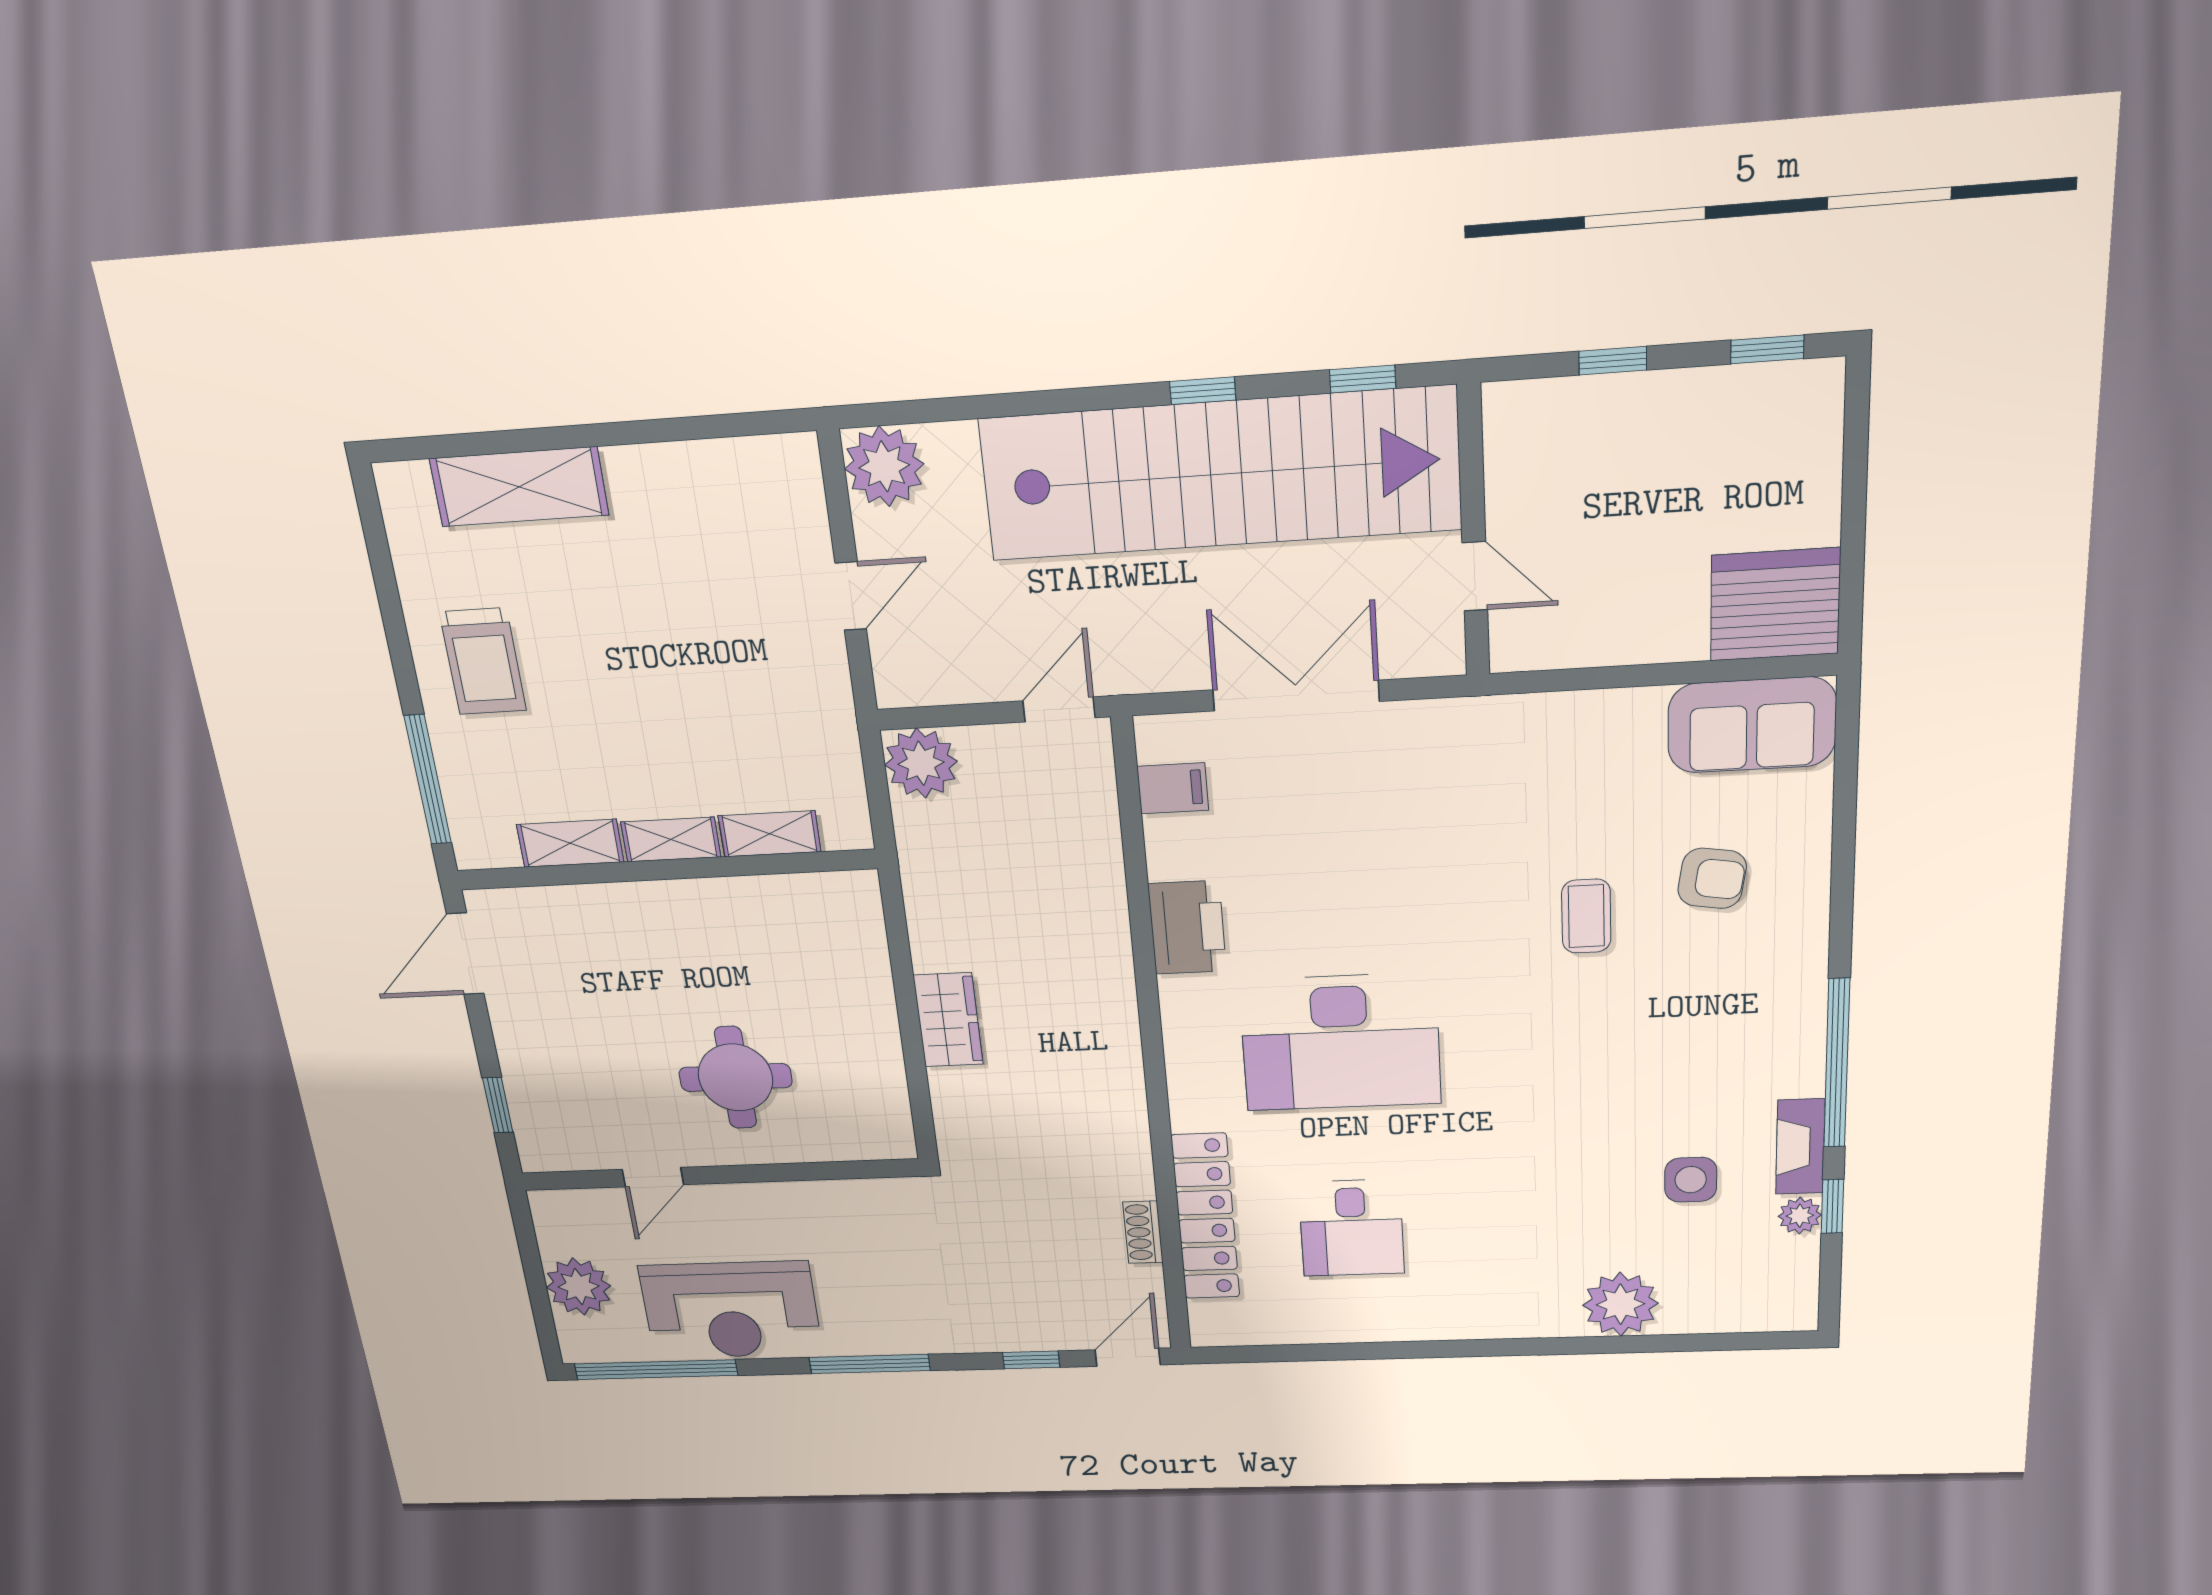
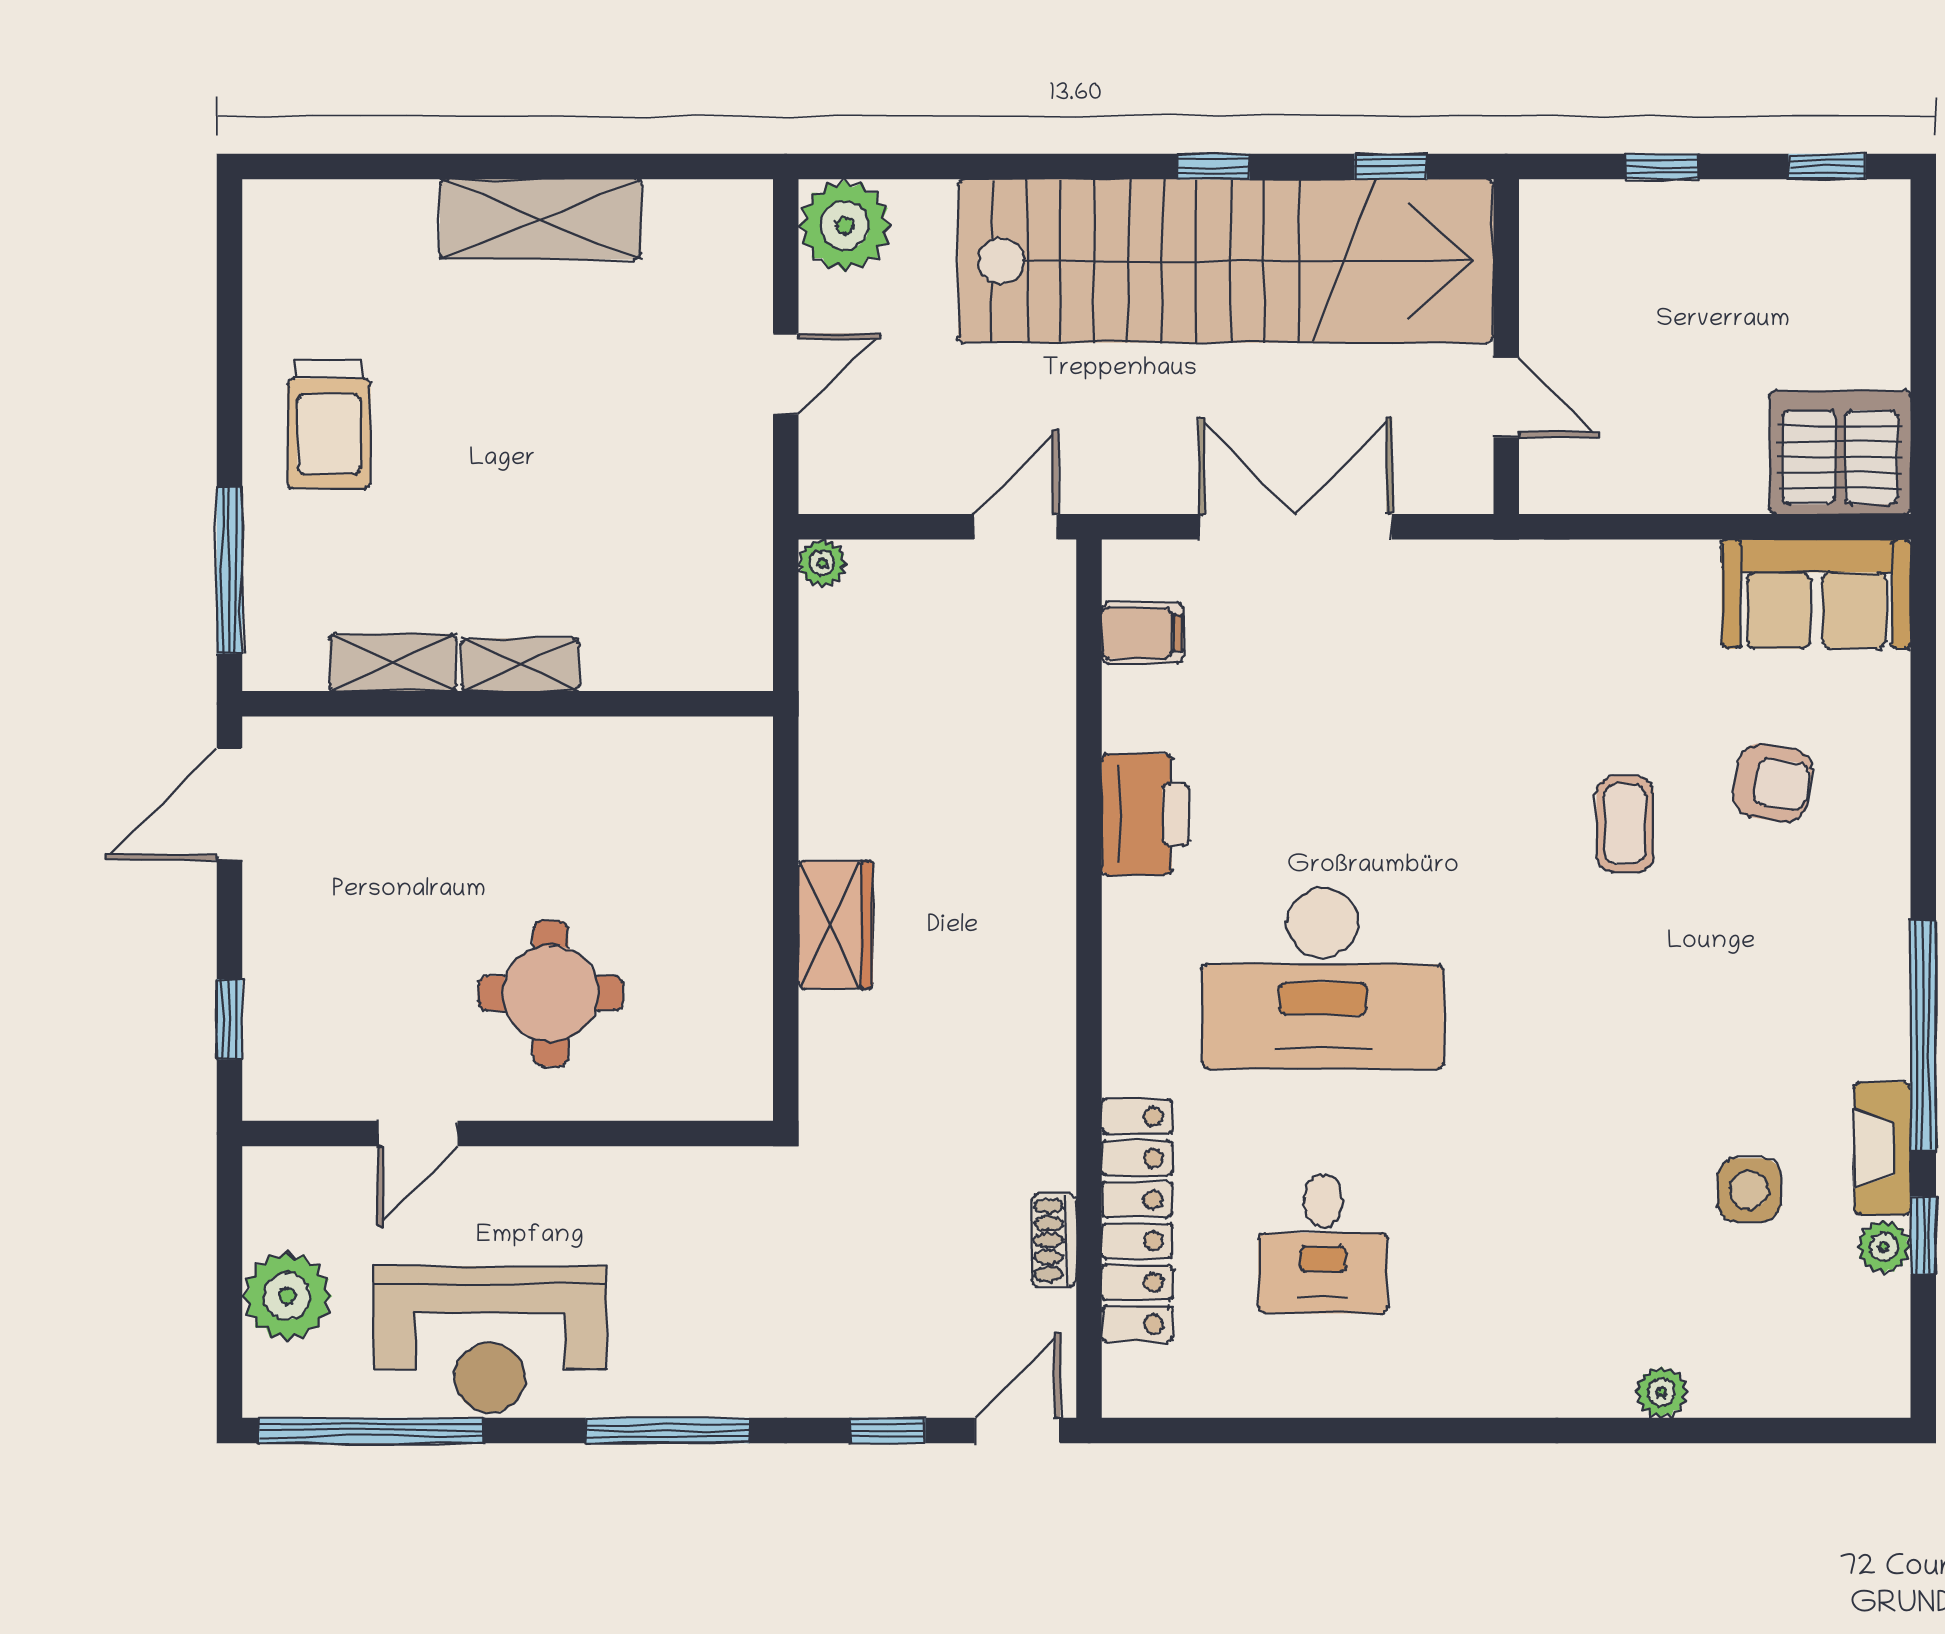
shelving: (519, 487) -> (541, 219), moved
plant: (921, 763) -> (822, 563), width x0.53, depth x0.53
shelving: (770, 834) -> (645, 664), removed
plant: (1621, 1304) -> (1661, 1392), width x0.53, depth x0.53

